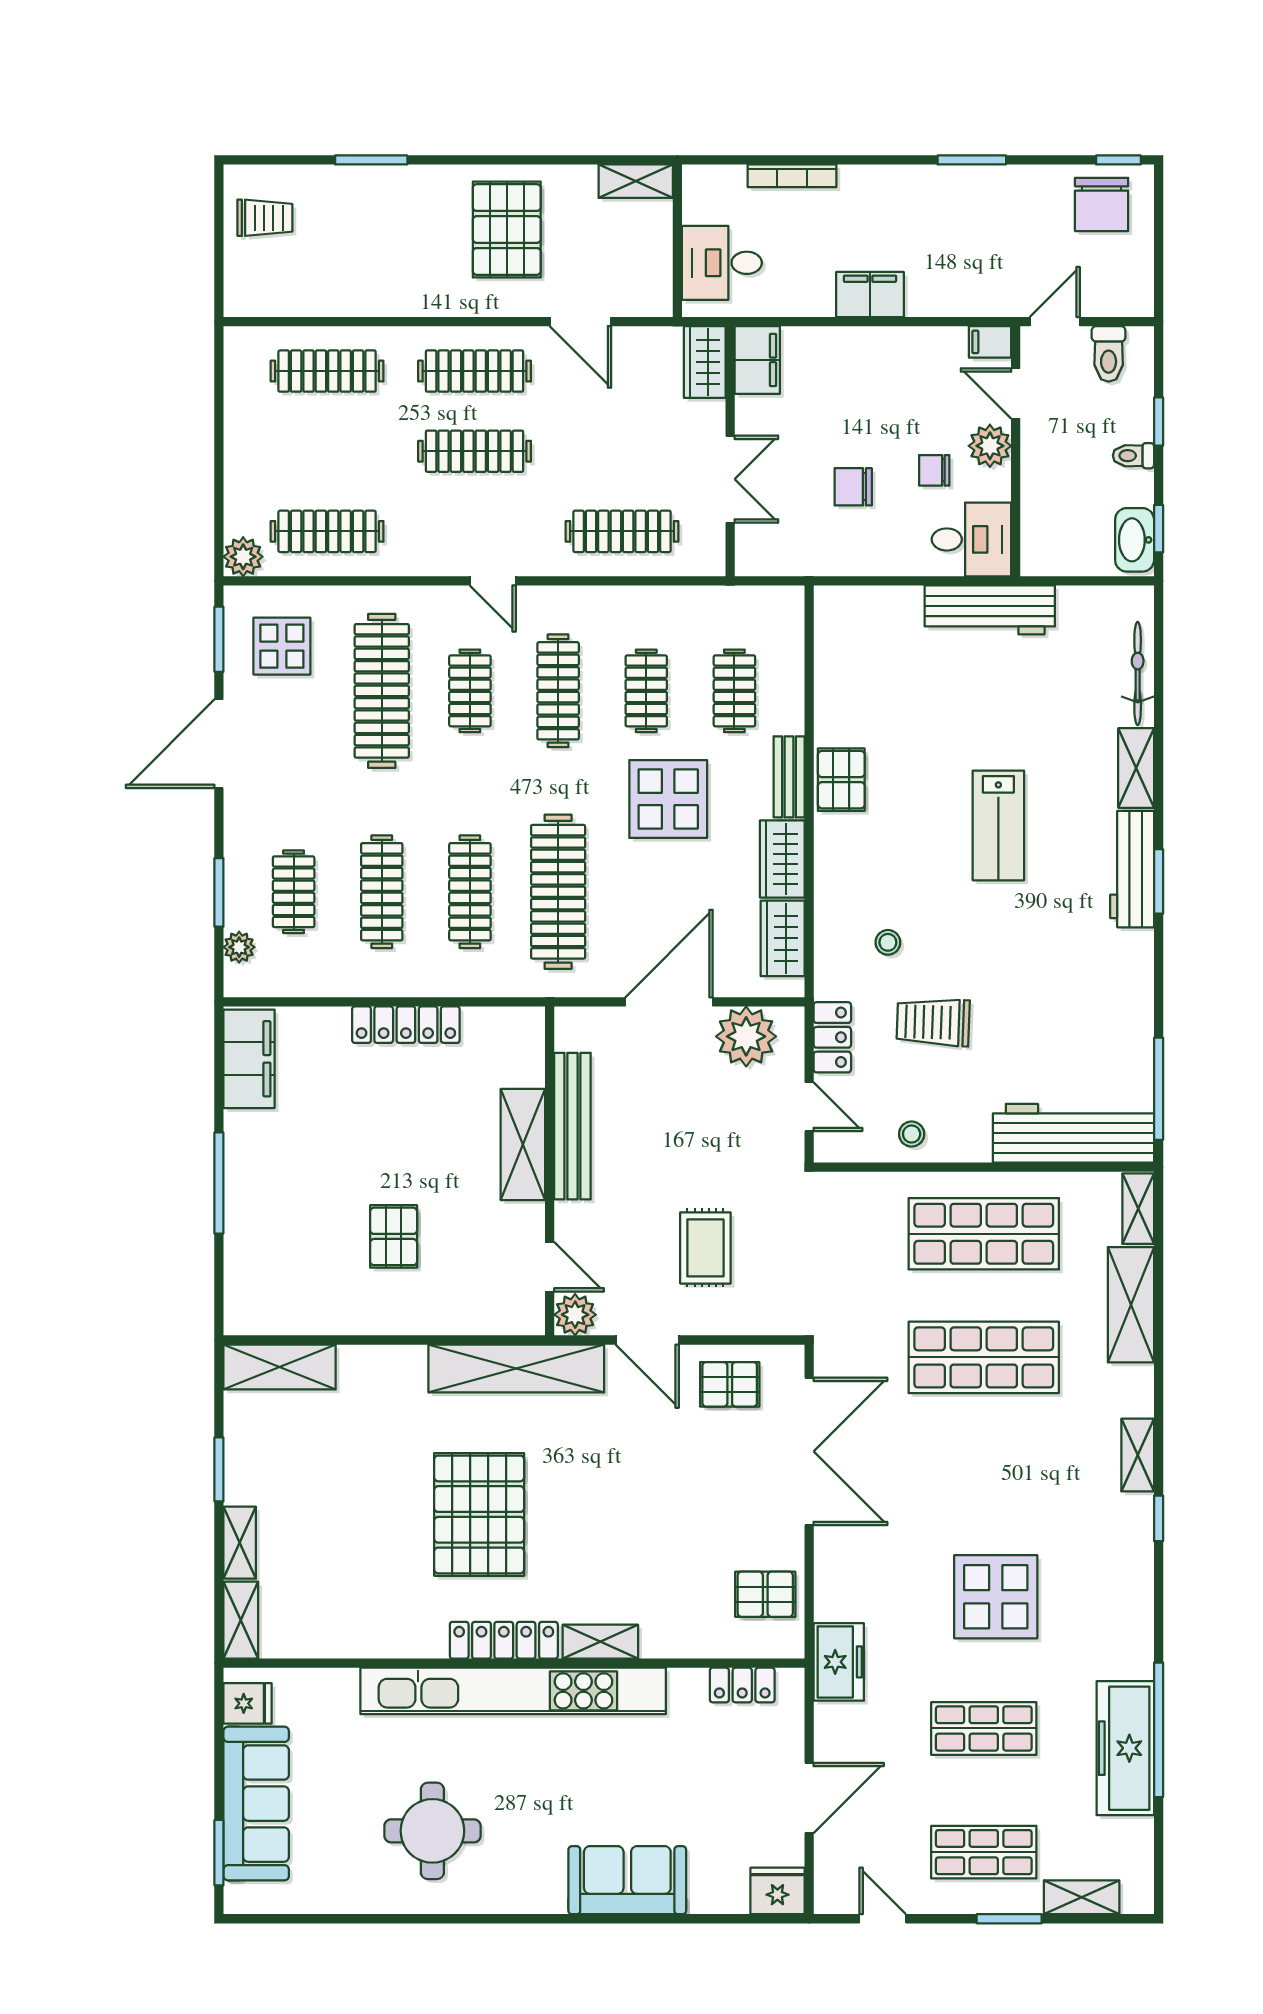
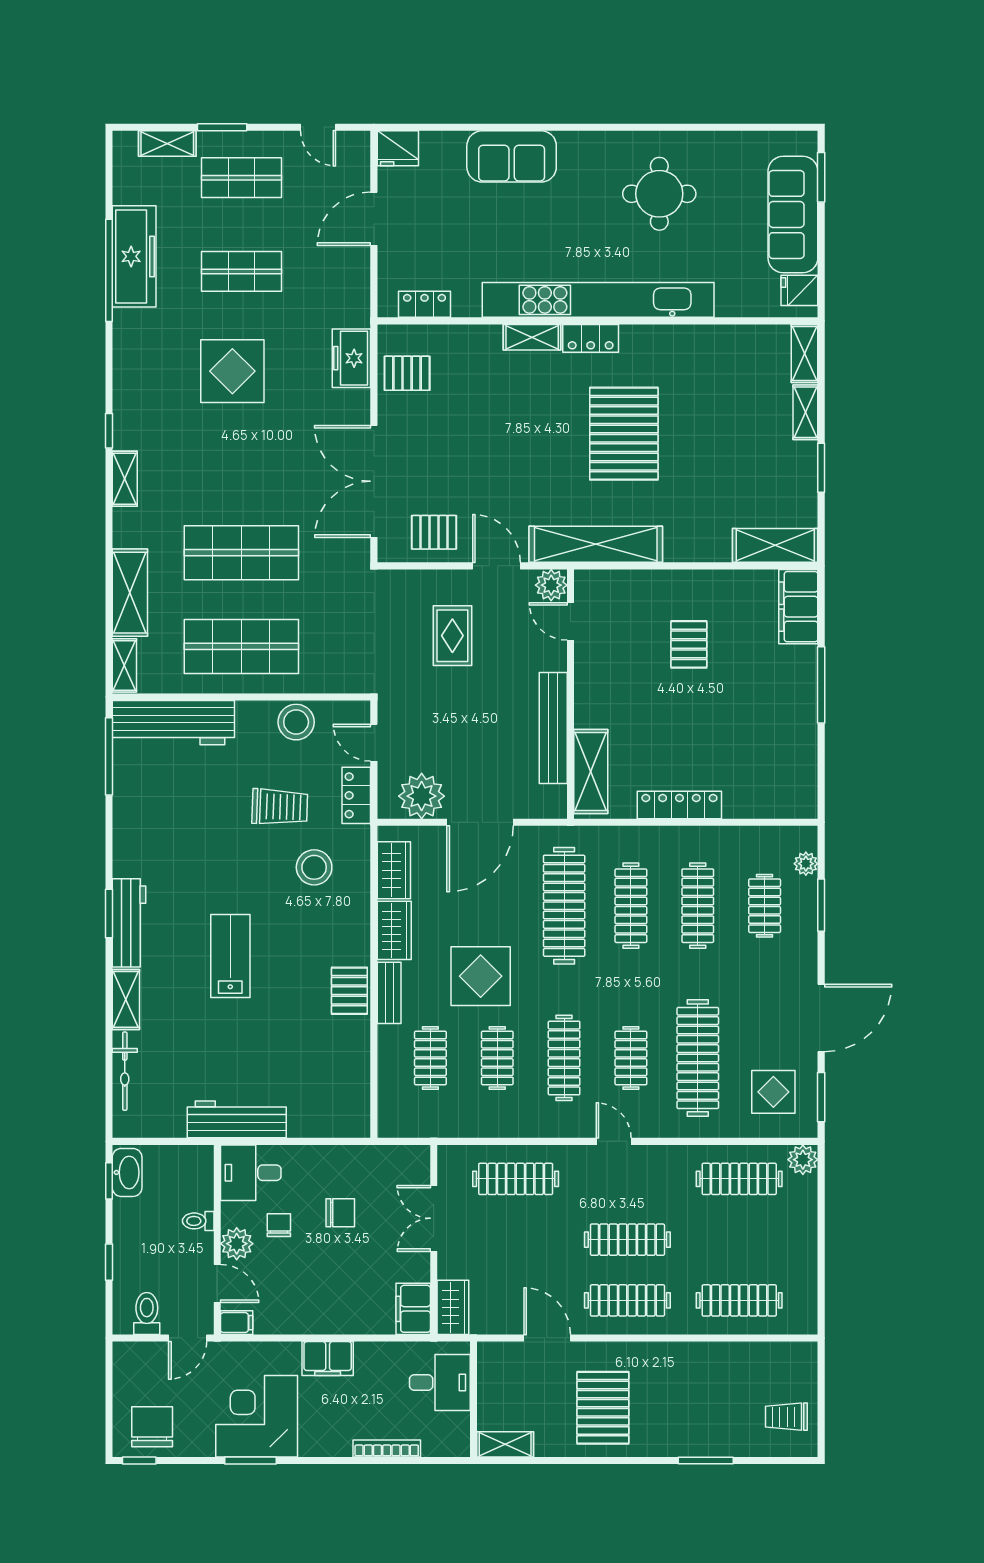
corner desk: (964, 218) -> (257, 1416), added
toilet: (1133, 456) -> (198, 1221), moved, turned 180
chair: (934, 470) -> (279, 1225), turned -90
stool: (888, 942) -> (314, 867), width x1.89, depth x1.89
filing cabinet: (249, 1059) -> (798, 607), moved
stool: (912, 1134) -> (296, 722), width x1.89, depth x1.89
shelving: (523, 1145) -> (591, 771), moved
locker: (504, 1640) -> (591, 338), width x0.66
freezer: (839, 1662) -> (351, 358), moved

